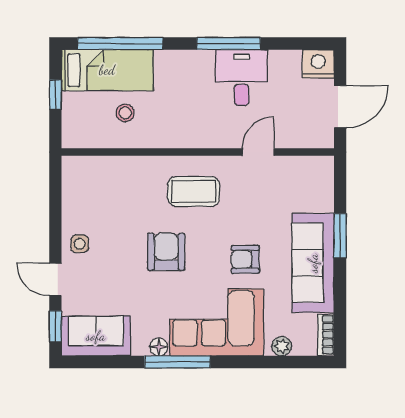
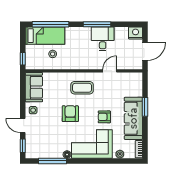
window: (55, 94) -> (23, 59), moved
sofa: (96, 336) -> (34, 87), moved, turned 90
window: (177, 362) -> (53, 161), moved

